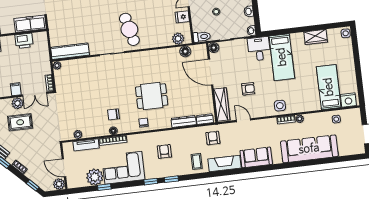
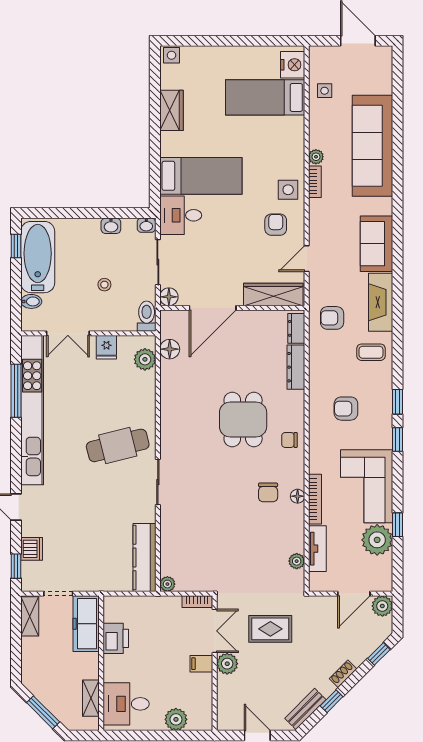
armchair: (248, 89) -> (276, 225), moved
rug: (20, 122) -> (270, 629), moved, turned 90

